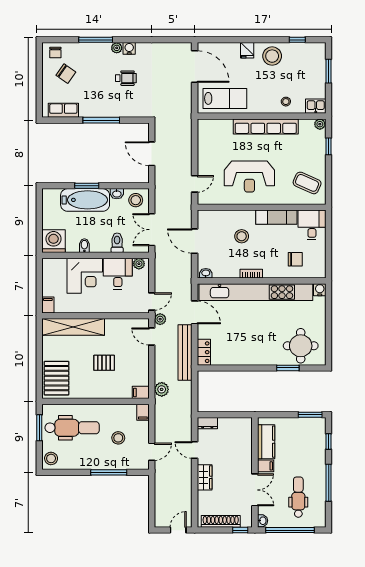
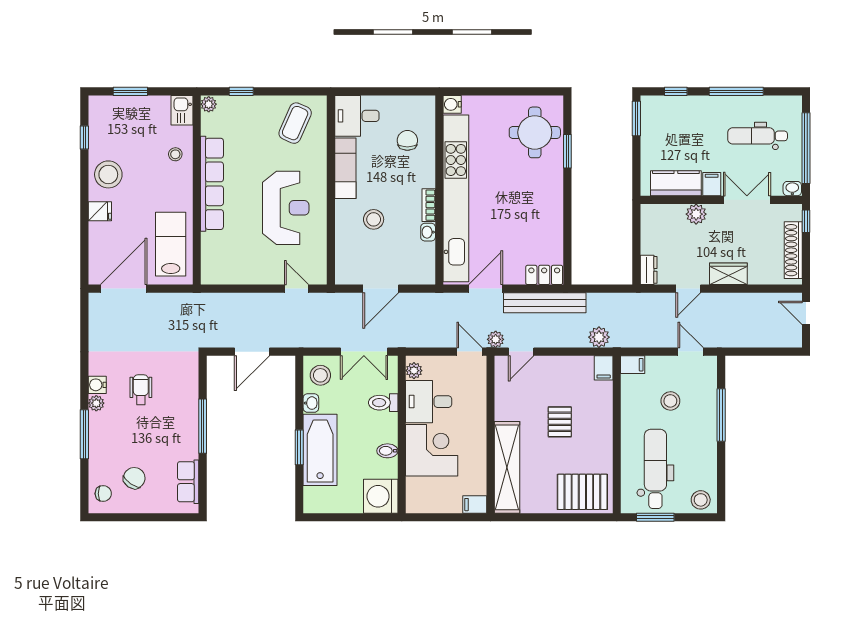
washbasin: (206, 273) -> (428, 232), moved
plant: (245, 455) -> (696, 214), added

